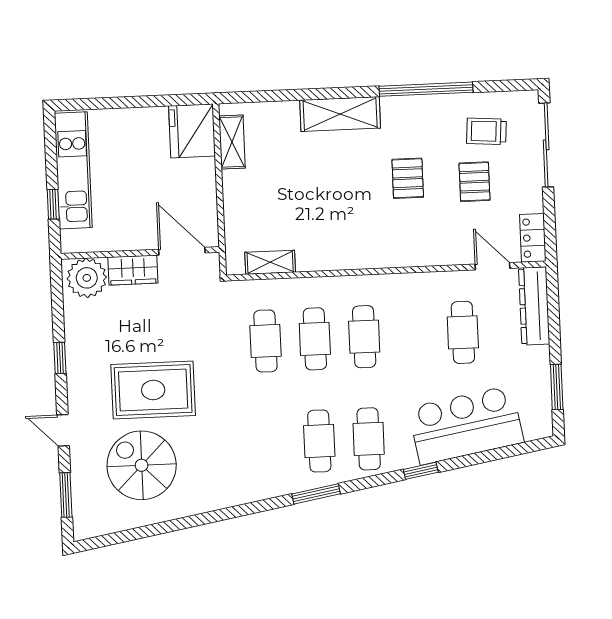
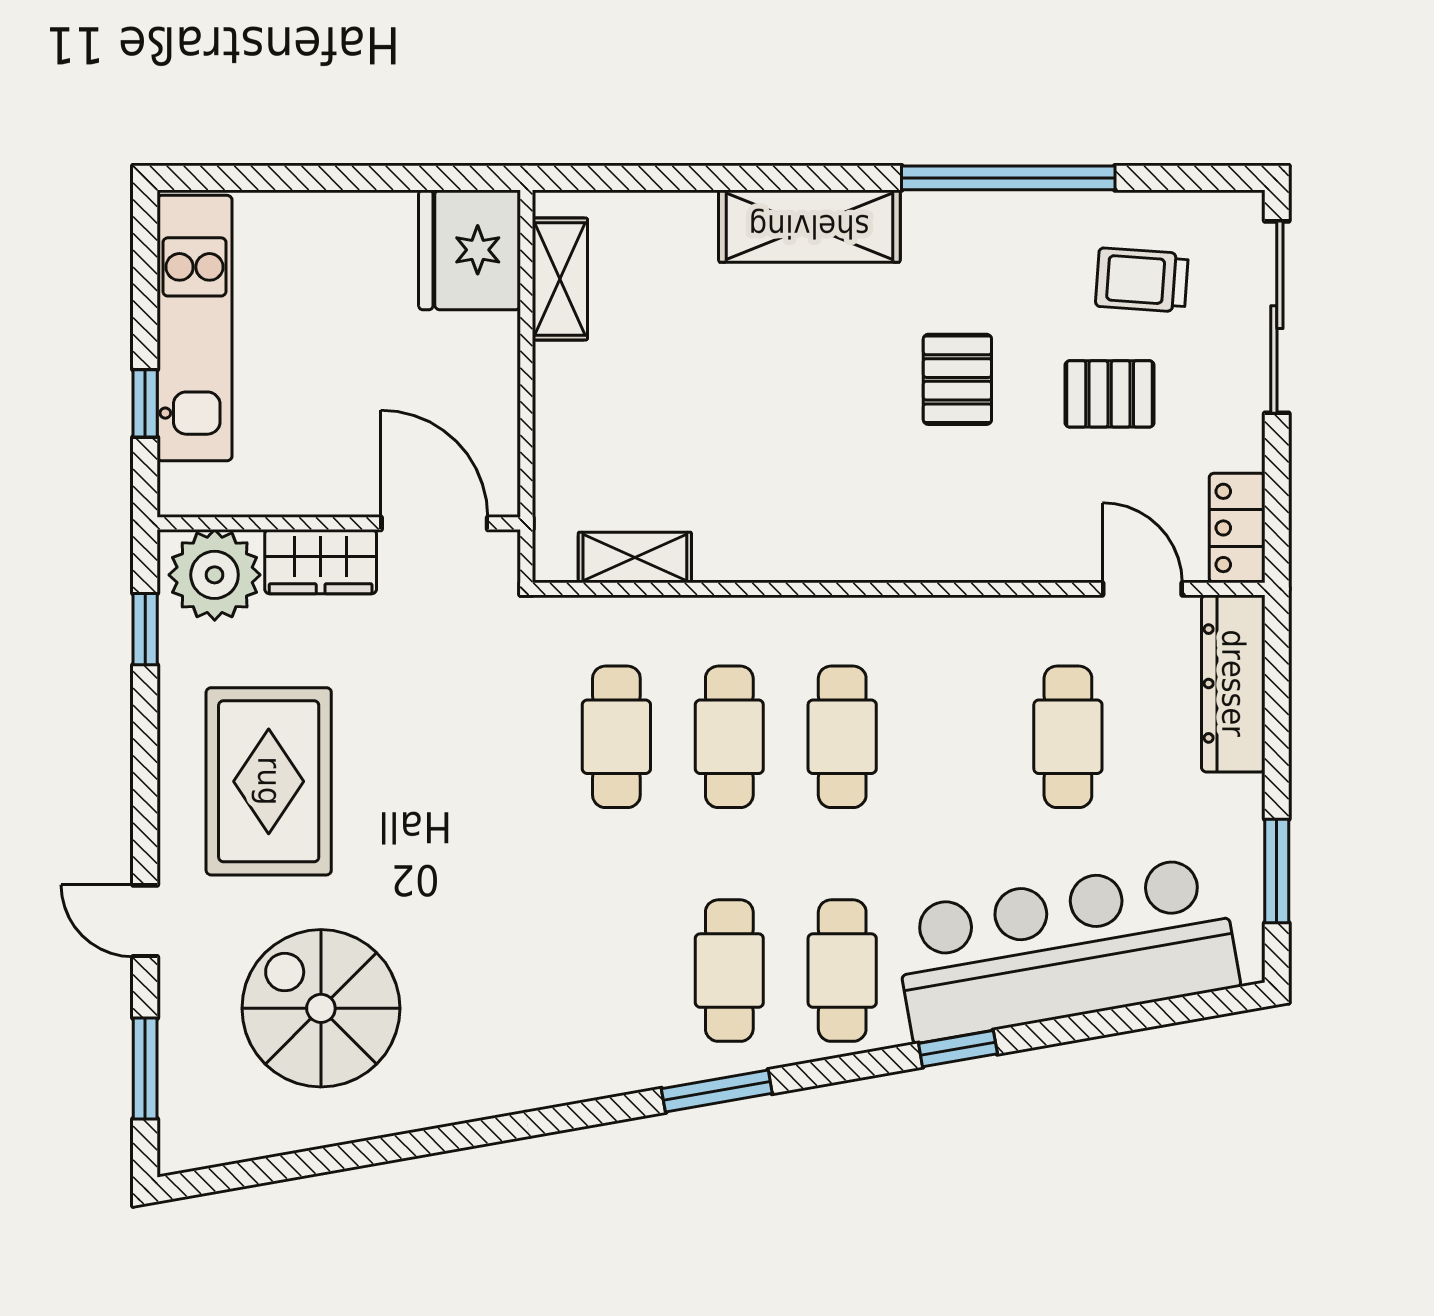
pallet: (474, 182) -> (1110, 394), turned 90
window: (60, 358) -> (145, 629), moved
rug: (153, 390) -> (269, 781), moved, turned 90
bar counter: (466, 425) -> (1066, 949), width x1.36

